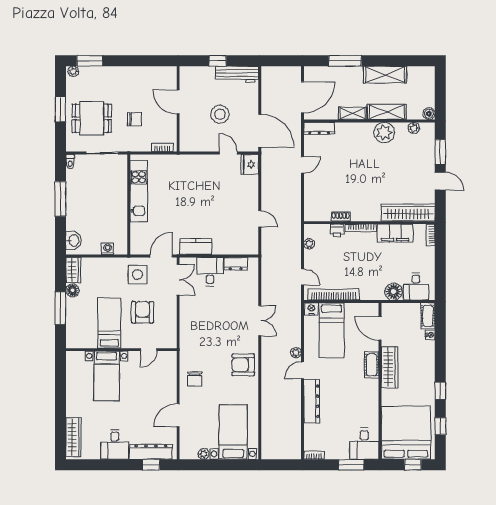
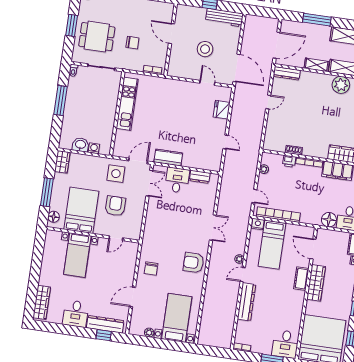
fridge: (250, 164) -> (222, 110), moved
washbasin: (74, 240) -> (81, 145), moved, turned -90
floor lamp: (72, 290) -> (54, 217), moved
bed: (109, 323) -> (81, 210), width x1.50

